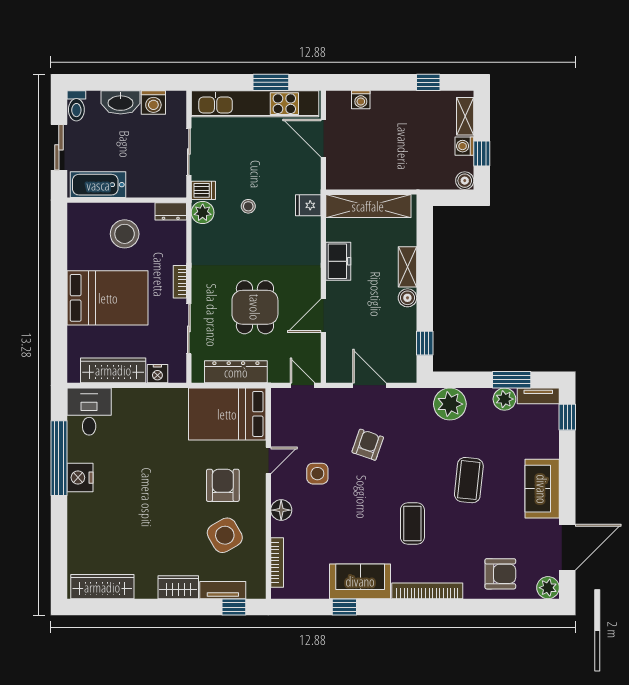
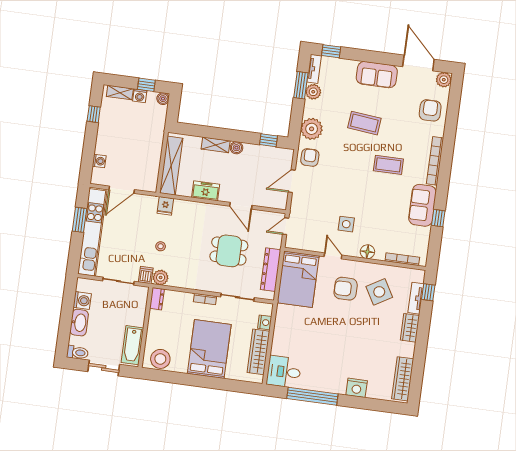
stool: (125, 234) -> (160, 359), moved
armchair: (368, 445) -> (310, 157), moved, turned 71
nightstand: (80, 478) -> (357, 388), moved

